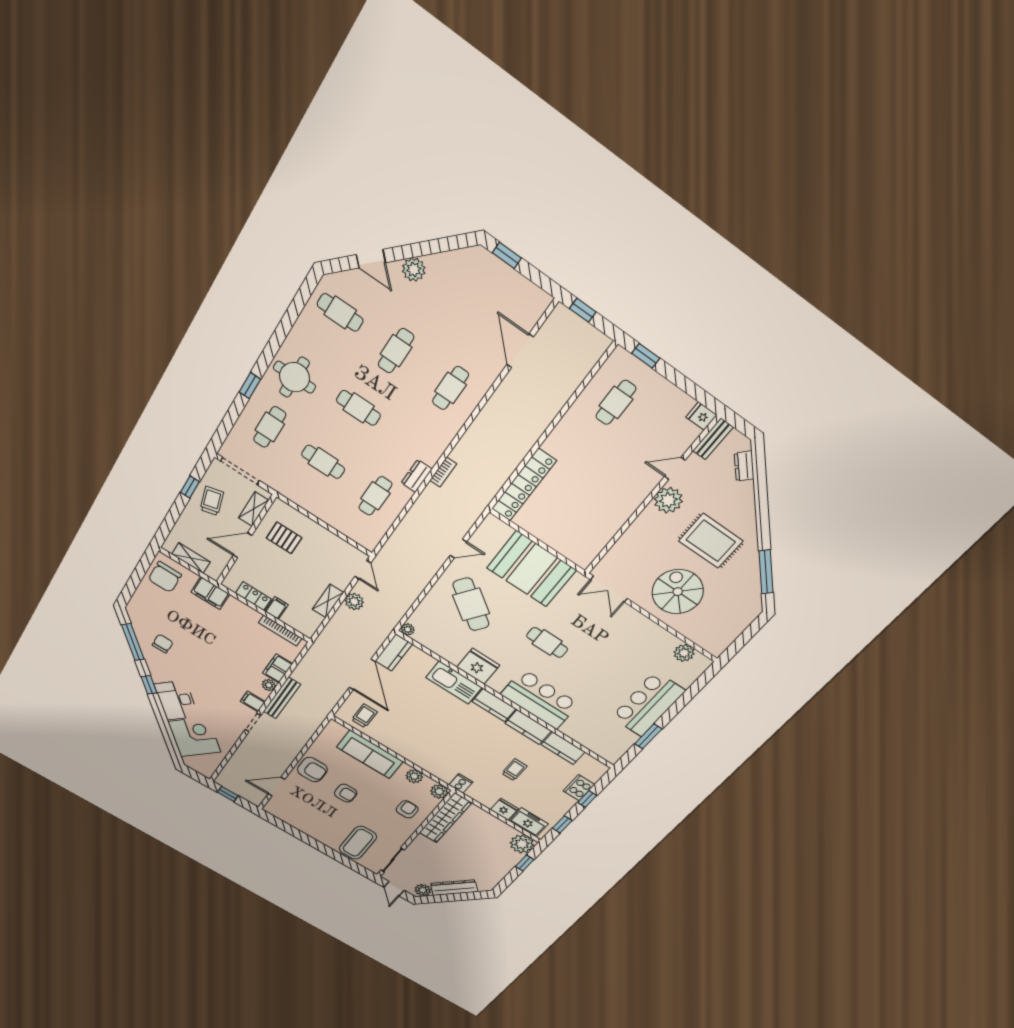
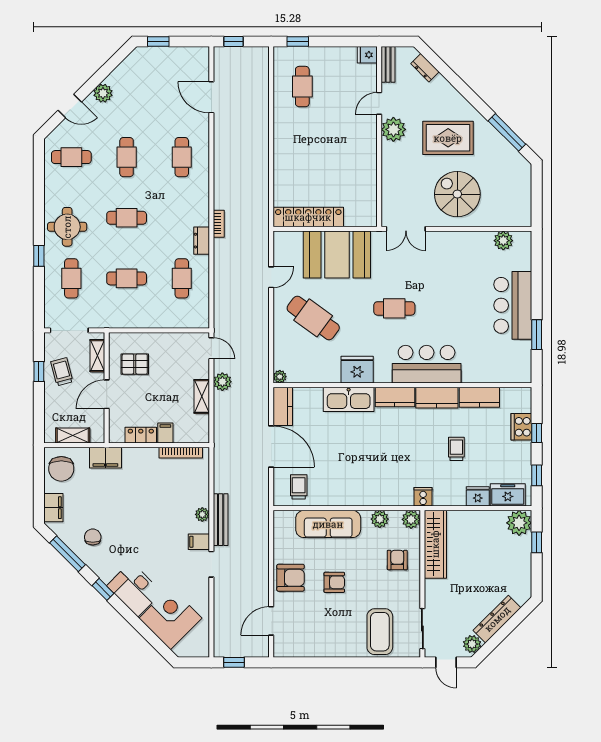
locker: (524, 485) -> (308, 217), moved, turned -90
filing cabinet: (278, 668) -> (53, 508), moved, turned 180

